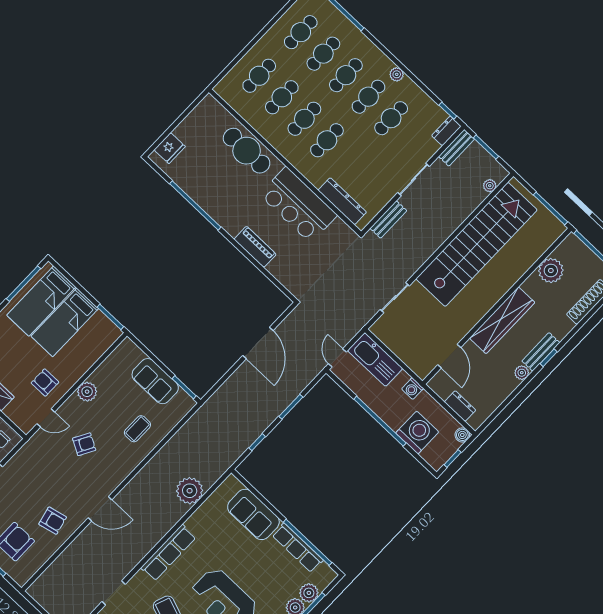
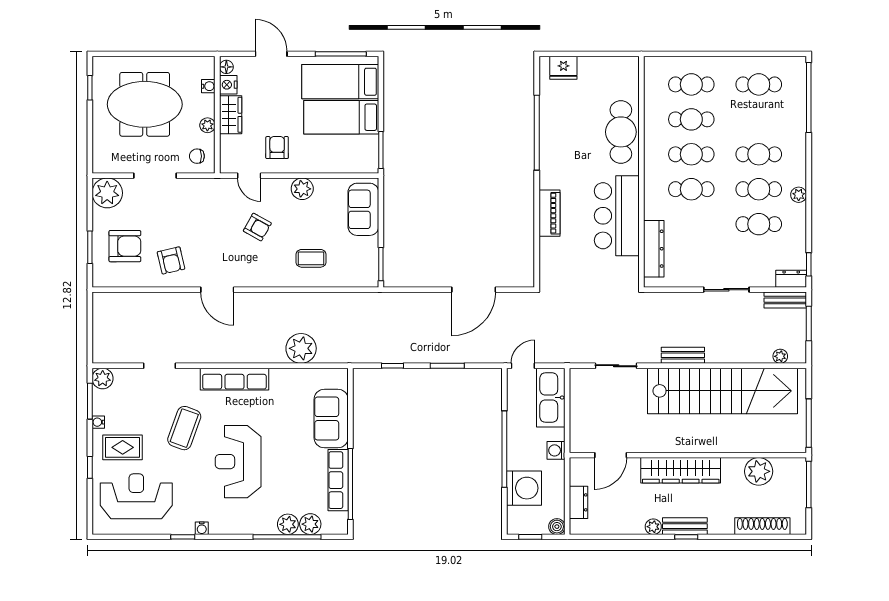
cafe table: (323, 54) -> (759, 119), removed
bench: (388, 219) -> (683, 355), moved
sofa: (155, 381) -> (363, 209), moved

